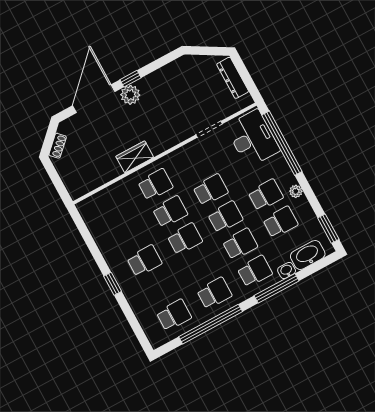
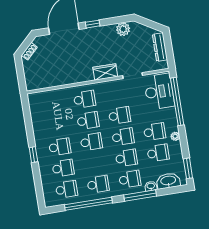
plant: (130, 95) -> (123, 29), moved
wardrobe: (135, 157) -> (105, 72), moved
school desk: (159, 288) -> (63, 168), added

